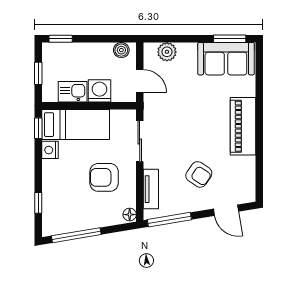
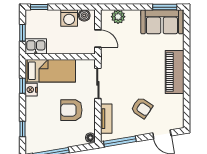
washing machine: (100, 91) -> (69, 18), moved, turned 180
kitchen sink: (73, 92) -> (36, 46), moved
window: (38, 128) -> (23, 86), moved

